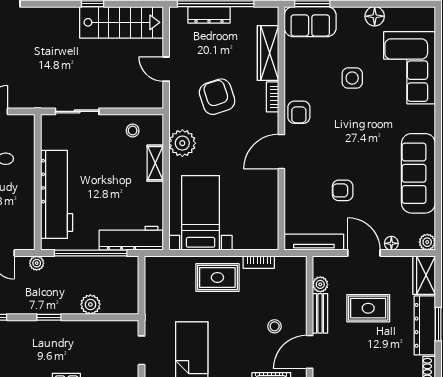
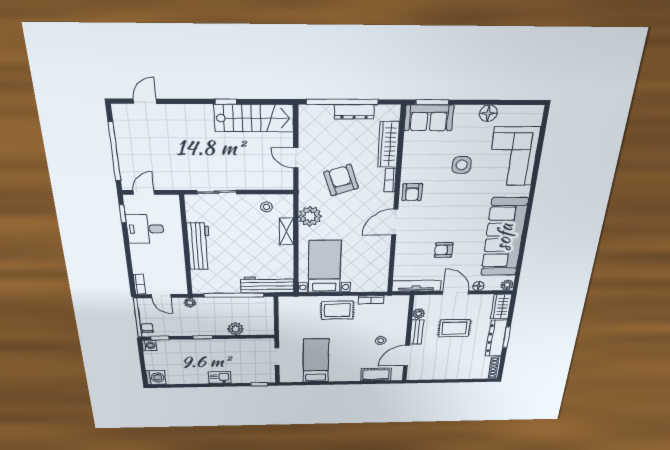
dresser: (209, 15) -> (354, 112), moved
sofa: (418, 173) -> (504, 237), width x1.36, depth x1.27
workbench: (57, 194) -> (199, 246), width x0.73, depth x0.76

